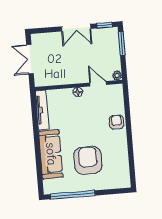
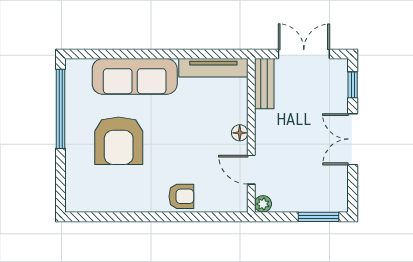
window: (105, 25) -> (353, 85), moved
bench: (49, 80) -> (264, 84), added
door: (98, 84) -> (251, 170), swing flipped
armchair: (88, 160) -> (119, 141), turned 90

